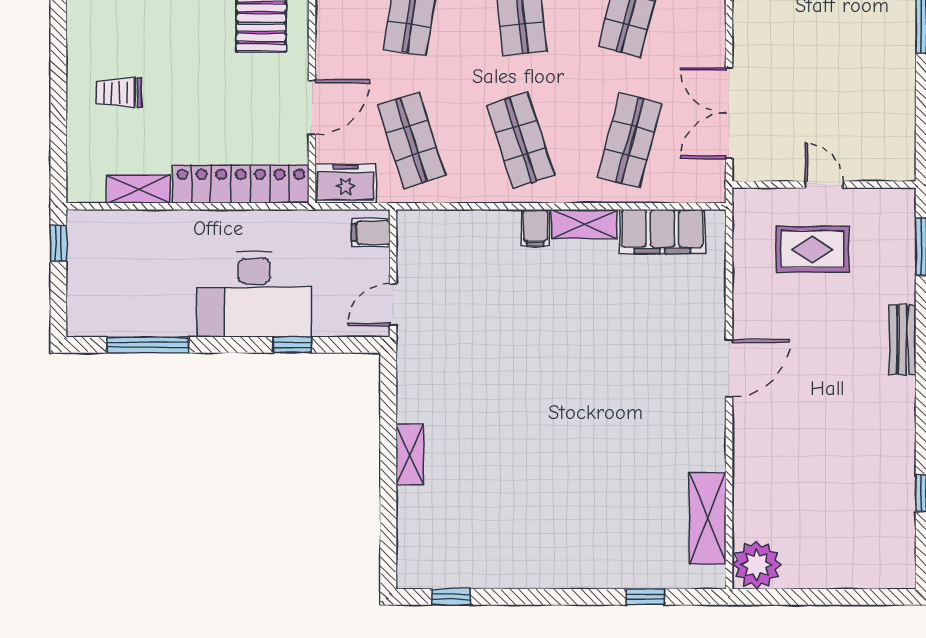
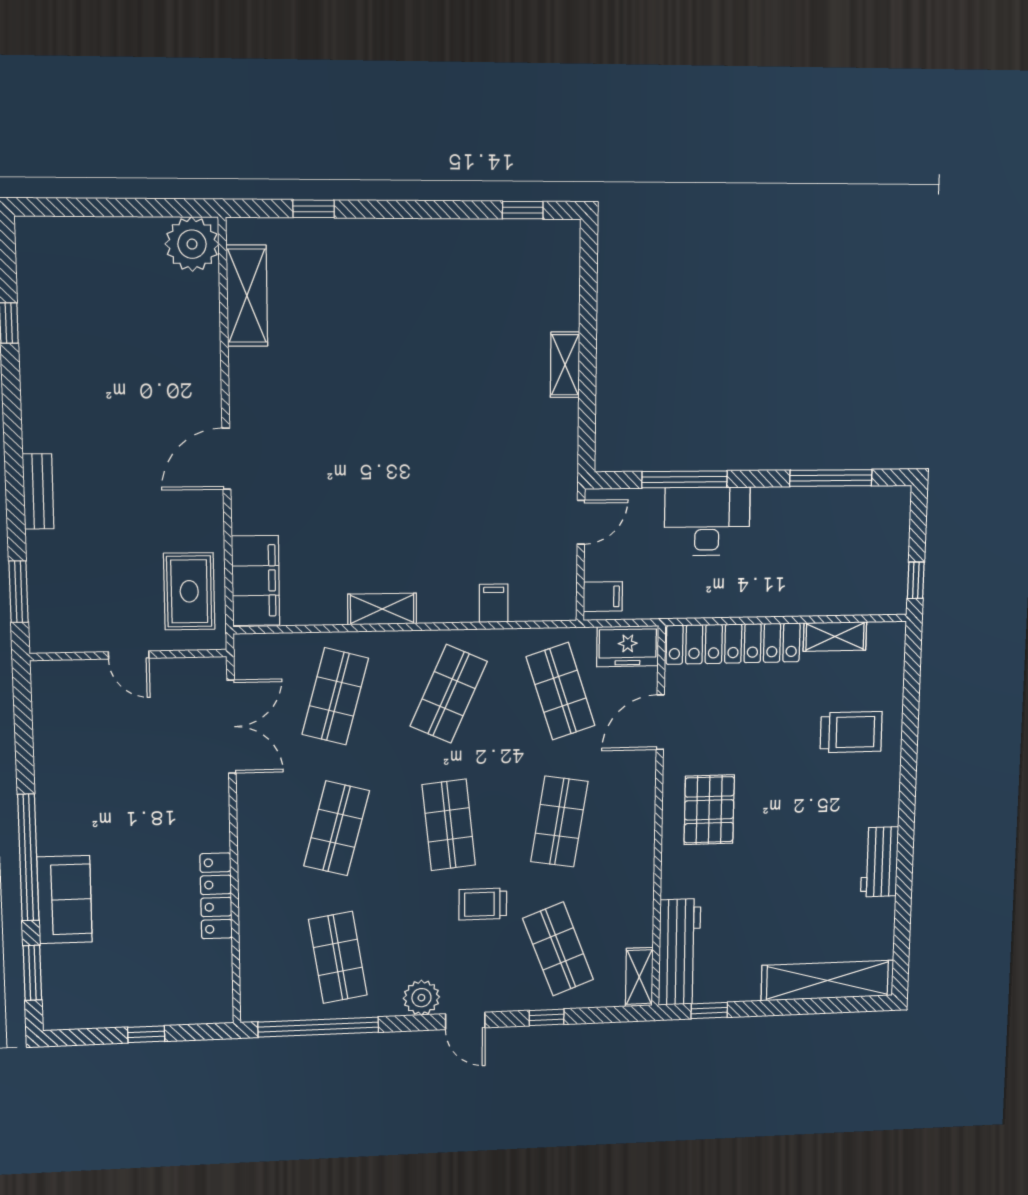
trolley: (119, 92) -> (851, 732), width x1.36, depth x1.39
shop shelf: (521, 140) -> (449, 694), turned 42
filing cabinet: (535, 228) -> (494, 603), moved
filing cabinet: (662, 232) -> (256, 581), moved, turned 90
rug: (812, 249) -> (189, 591), moved, turned 90
desk: (254, 294) -> (707, 521), width x0.73, depth x0.77
window: (292, 345) -> (684, 479), width x2.17

